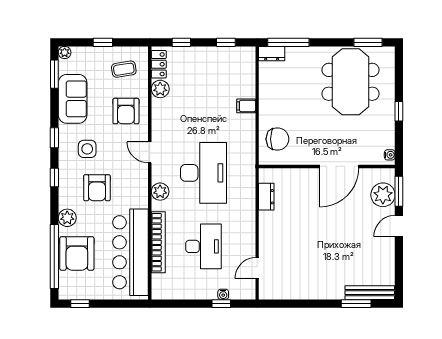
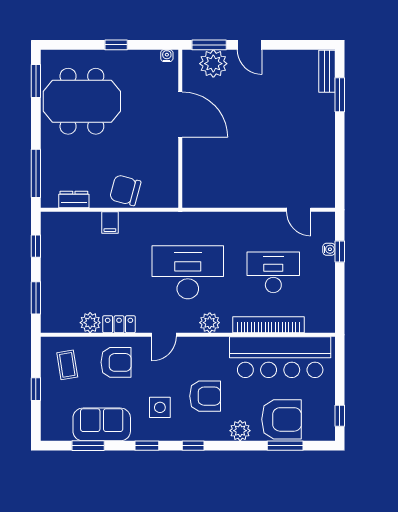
window: (181, 42) -> (36, 298), width x1.50
plant: (65, 52) -> (48, 434), removed
dresser: (272, 54) -> (74, 200), moved, turned -90
locker: (159, 64) -> (119, 324), moved
window: (54, 74) -> (88, 446), moved
chair: (277, 139) -> (125, 190), moved, turned -75
dresser: (266, 197) -> (216, 199), removed
window: (54, 257) -> (285, 446), width x0.47
bench: (370, 293) -> (327, 71), width x0.73

